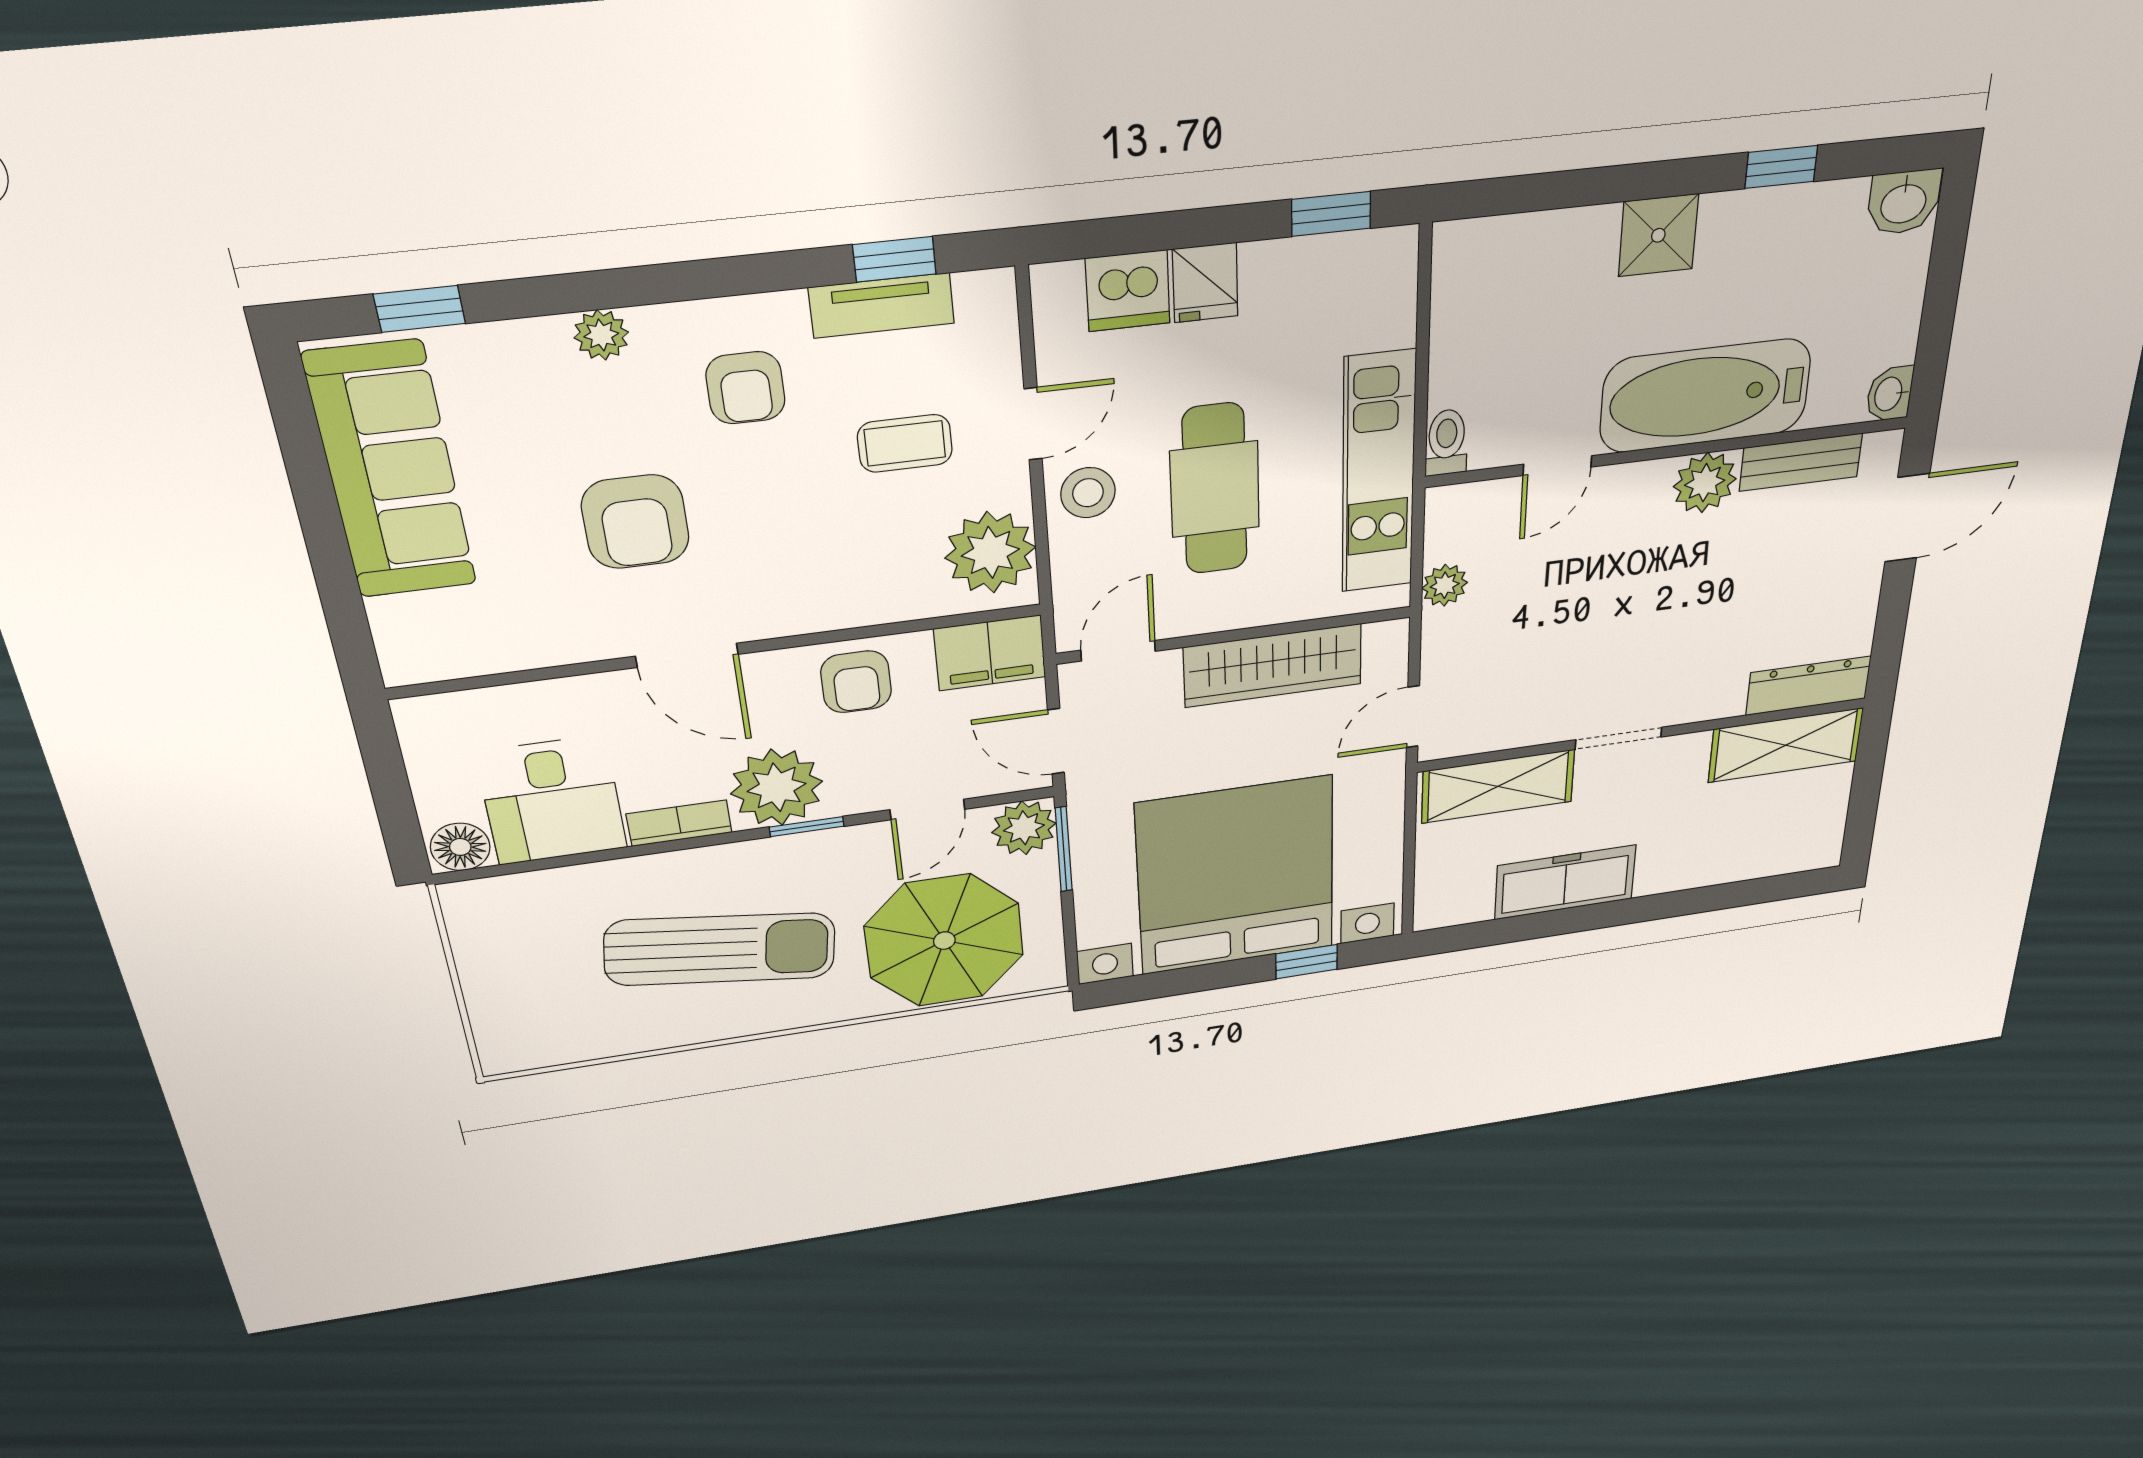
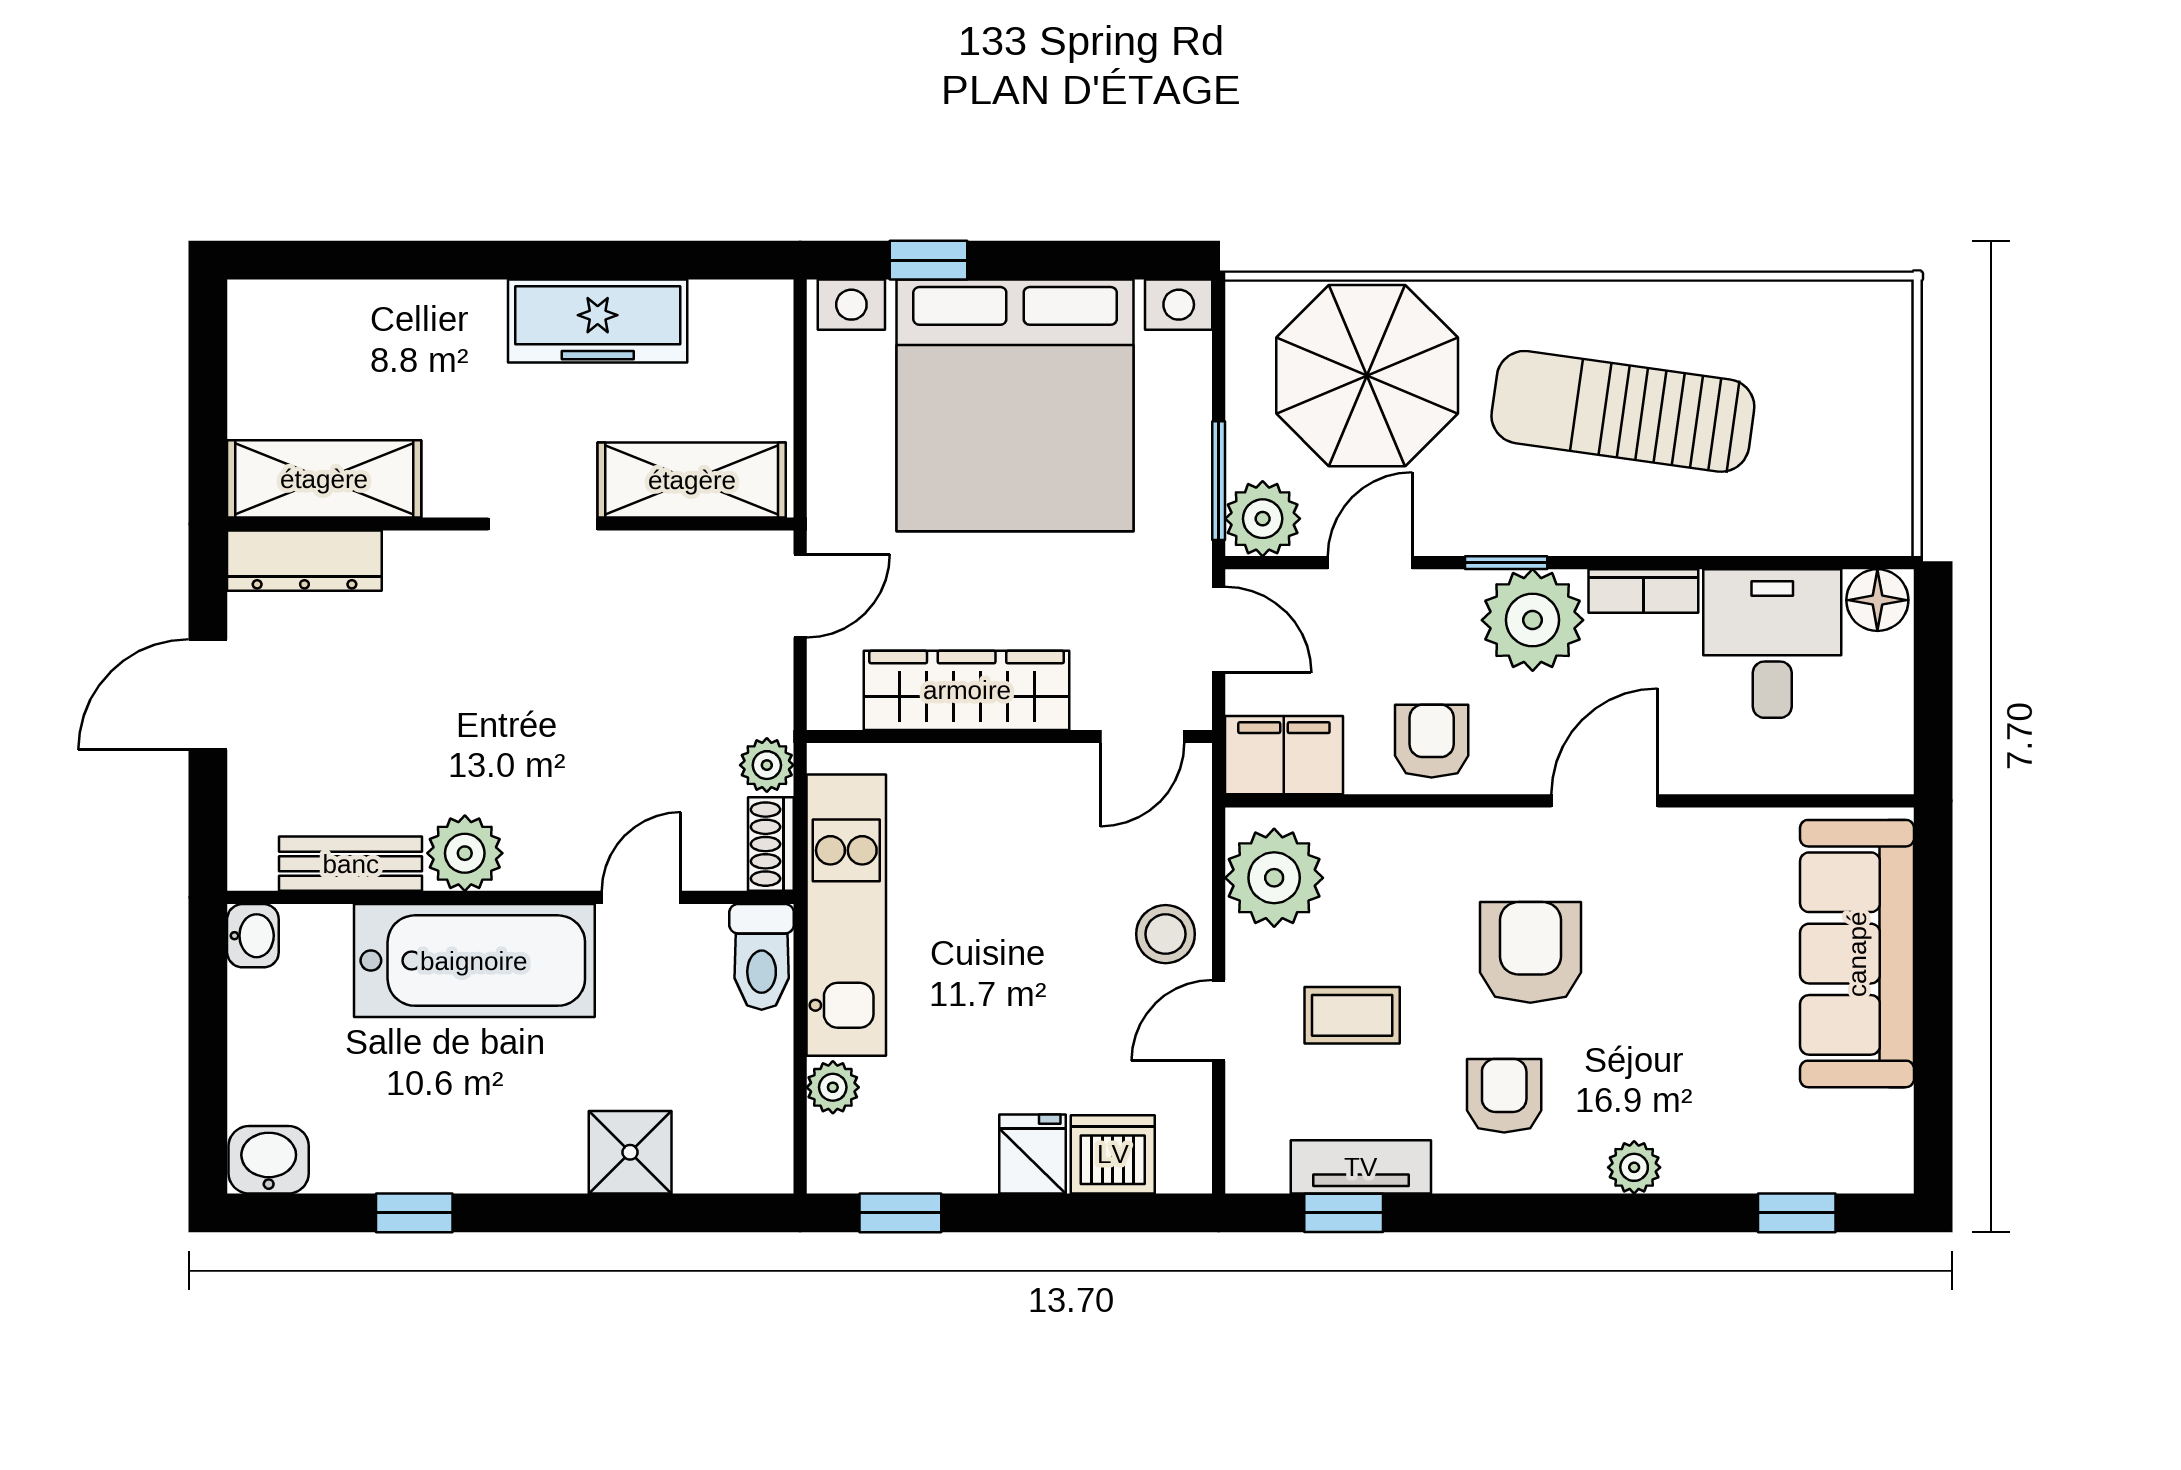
shower: (1658, 235) -> (630, 1152), moved
plant: (1393, 323) -> (833, 1087), added
toilet: (1446, 442) -> (762, 957), width x1.37, depth x1.39
sofa: (391, 471) -> (1857, 954), moved
cafe table: (1215, 489) -> (1028, 920), removed
door: (1907, 518) -> (208, 695), moved
armchair: (635, 522) -> (1530, 952), moved
shoe rack: (1443, 523) -> (771, 844), added
door: (687, 655) -> (1605, 801), hinge flipped

